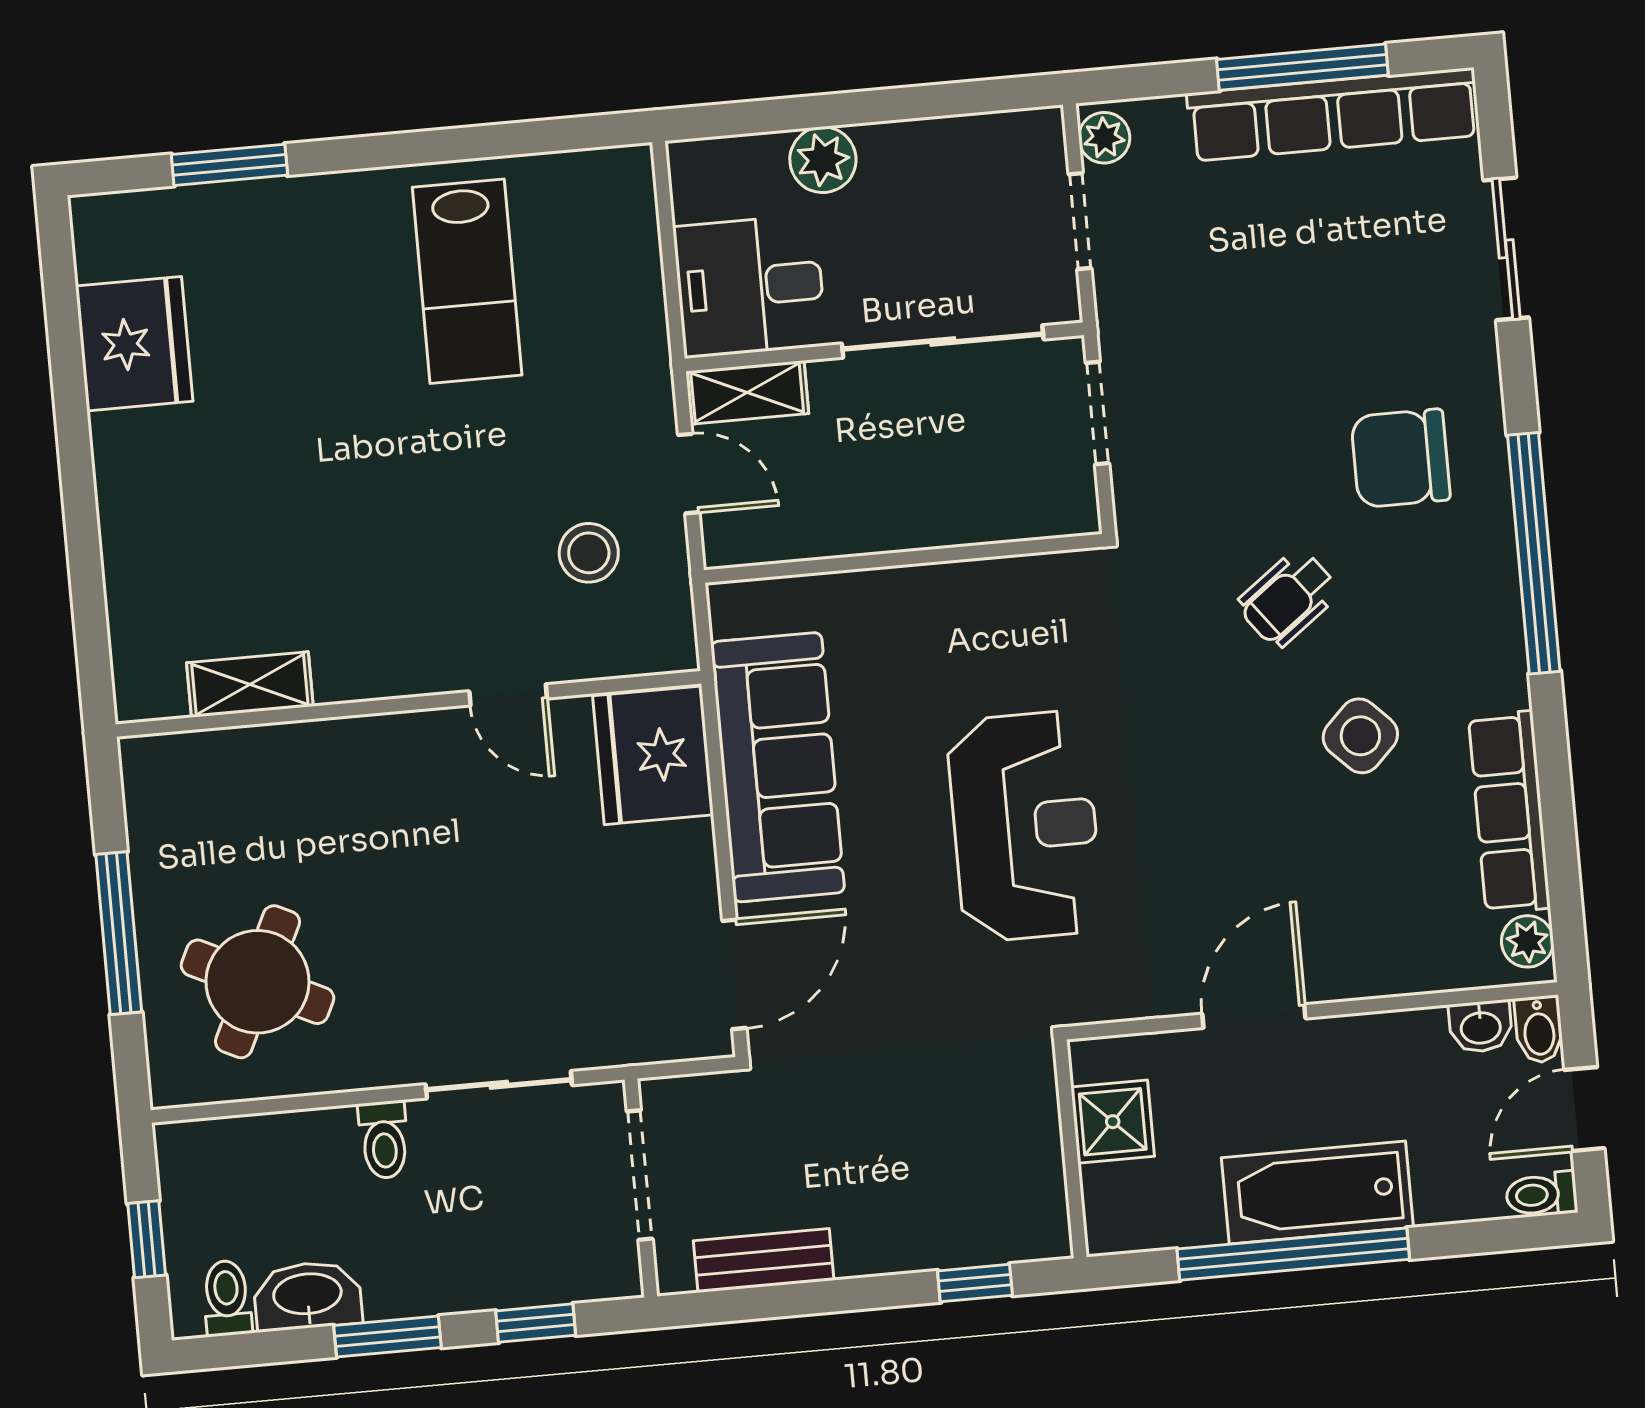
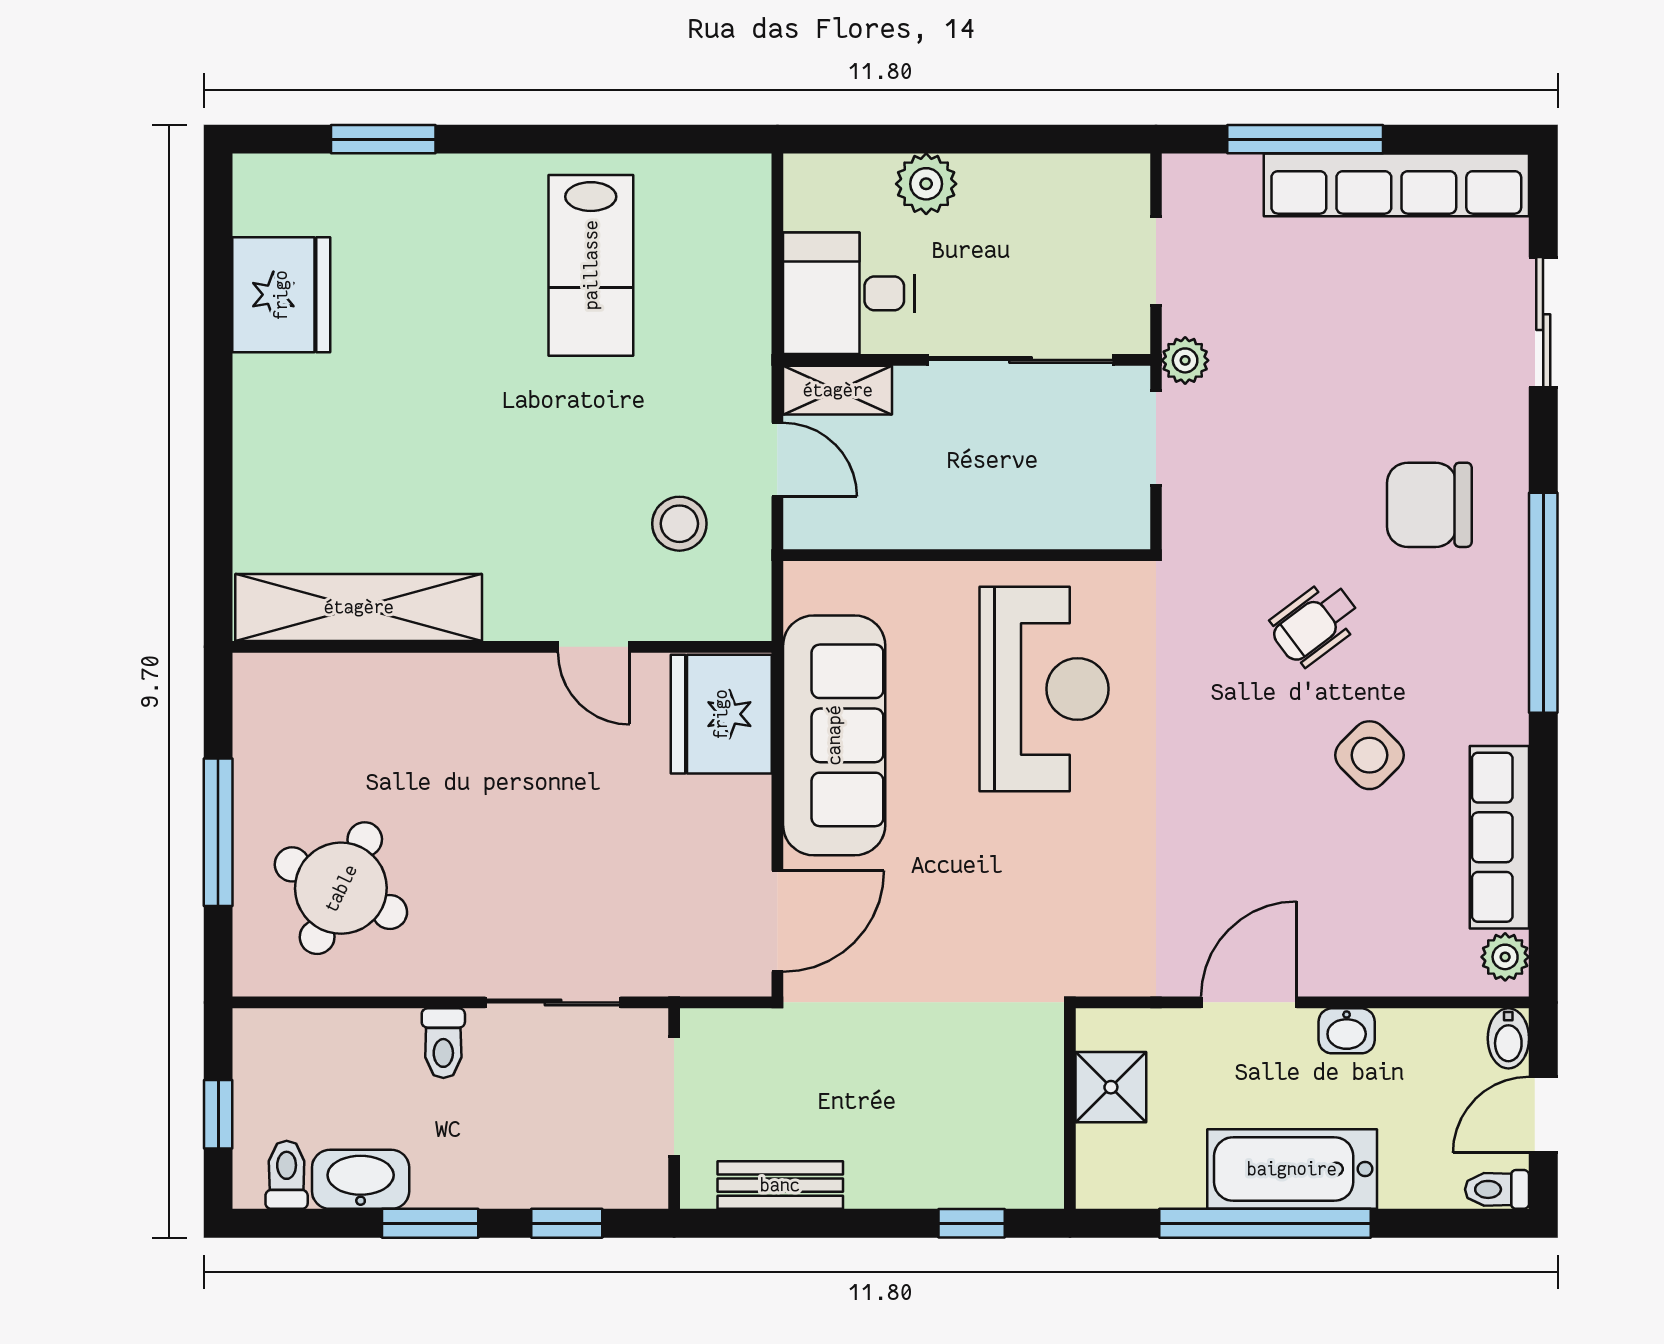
window: (1302, 67) -> (1305, 139), moved
plant: (1104, 138) -> (1185, 360), moved
shelving: (250, 685) -> (359, 607), width x2.20, depth x1.33
reception desk: (1025, 826) -> (1044, 689), moved
washbasin: (1481, 1027) -> (1347, 1031), moved

